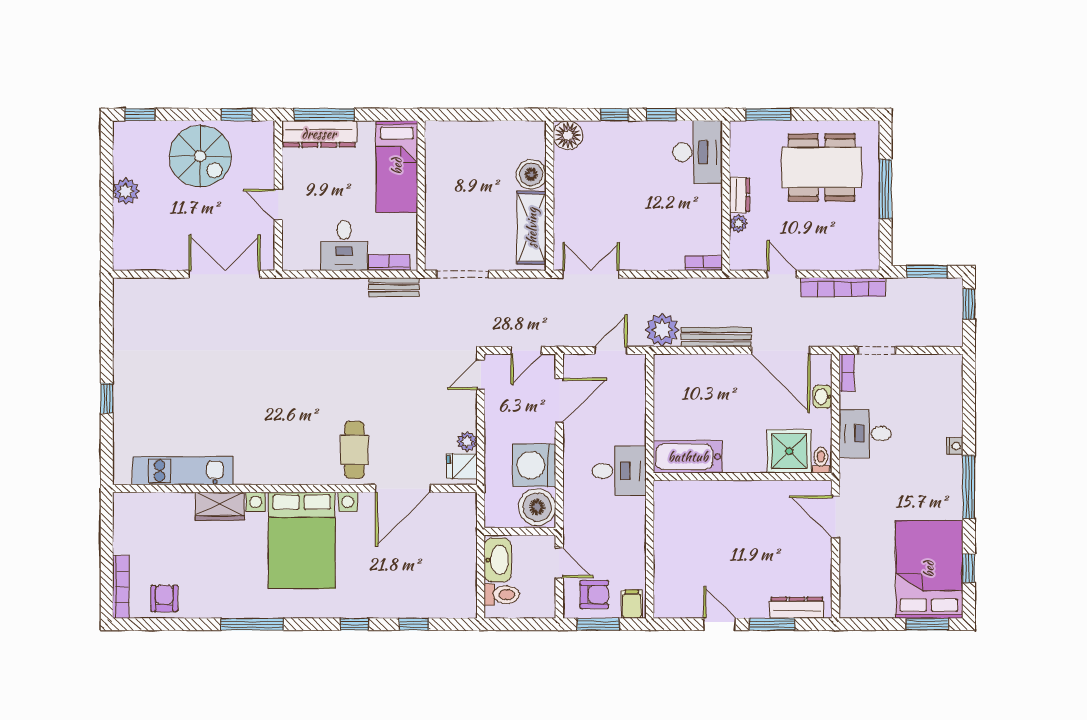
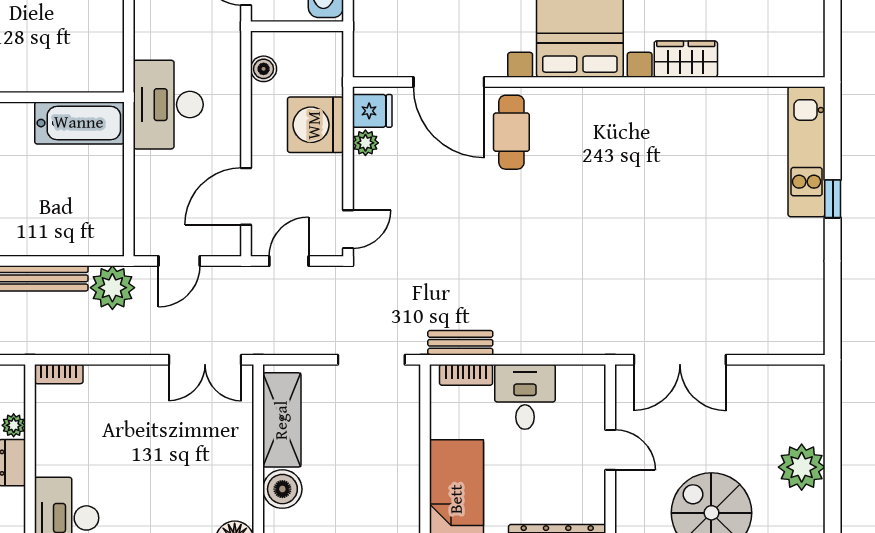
plant: (126, 191) -> (802, 467), width x1.36, depth x1.36
washing machine: (534, 465) -> (315, 125), moved, turned 180
kitchen unit: (183, 471) -> (807, 152), moved, turned 90
desk: (619, 471) -> (168, 105), width x1.37
door: (403, 488) -> (449, 82), swing flipped
boiler: (537, 507) -> (264, 69), width x0.54, depth x0.54

